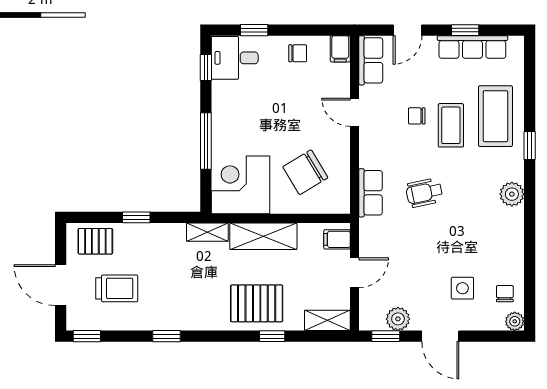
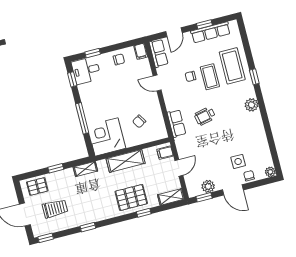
chair: (305, 172) -> (139, 121), width x0.54, depth x0.54
shelving: (207, 232) -> (85, 169), moved
chair: (505, 294) -> (249, 176), moved

